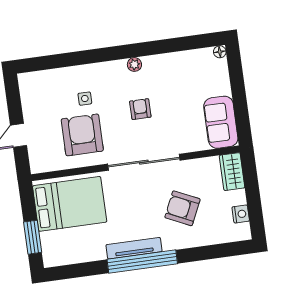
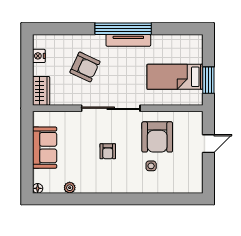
plant: (134, 64) -> (70, 188), moved
sofa: (221, 122) -> (45, 148), moved
bed: (70, 204) -> (175, 77), width x0.67
window: (33, 237) -> (208, 80), moved

